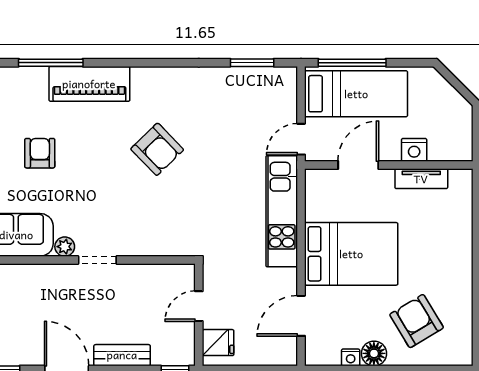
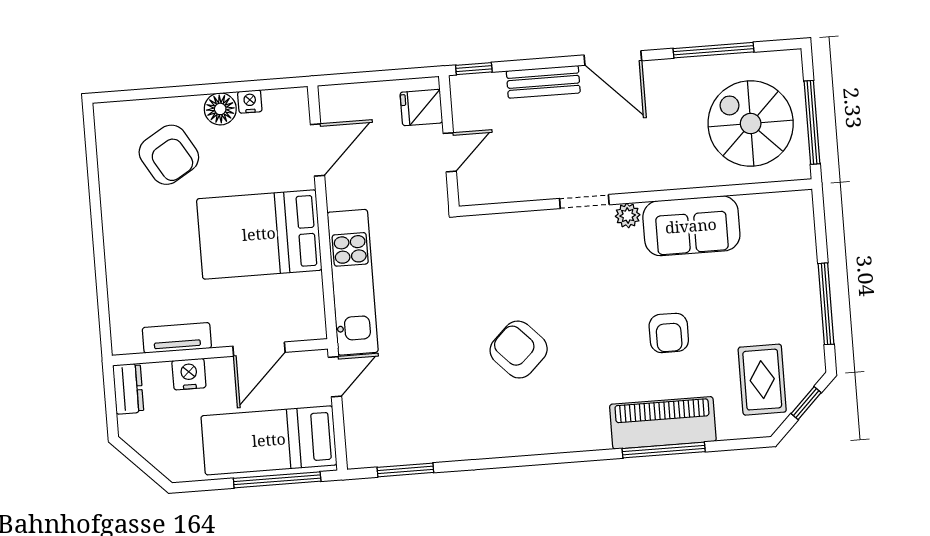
piano: (89, 84) -> (663, 423), moved
dresser: (462, 142) -> (128, 389), added

